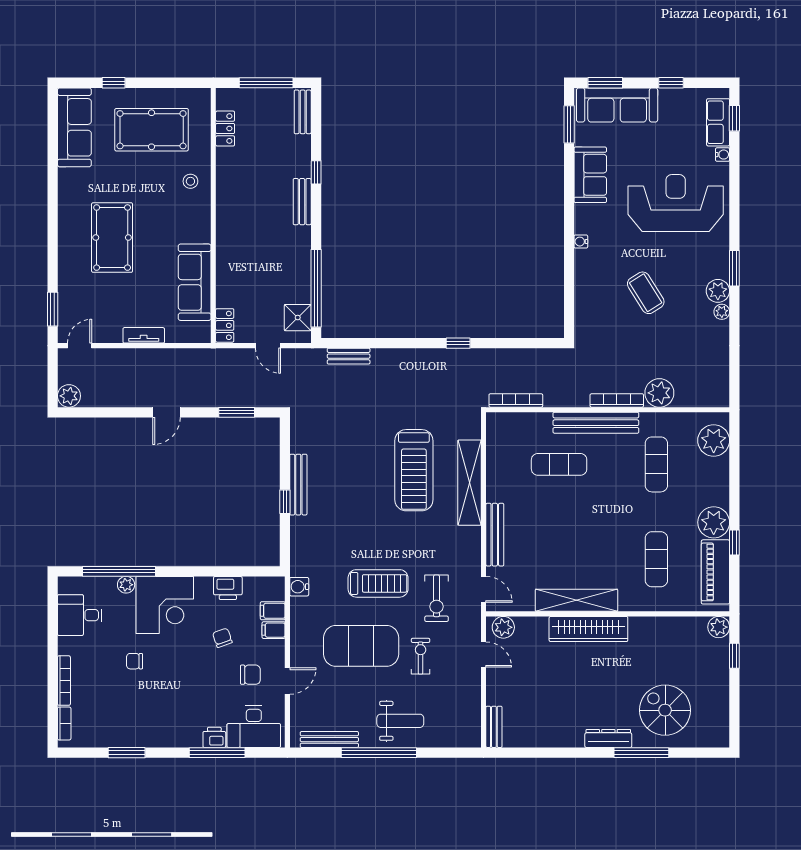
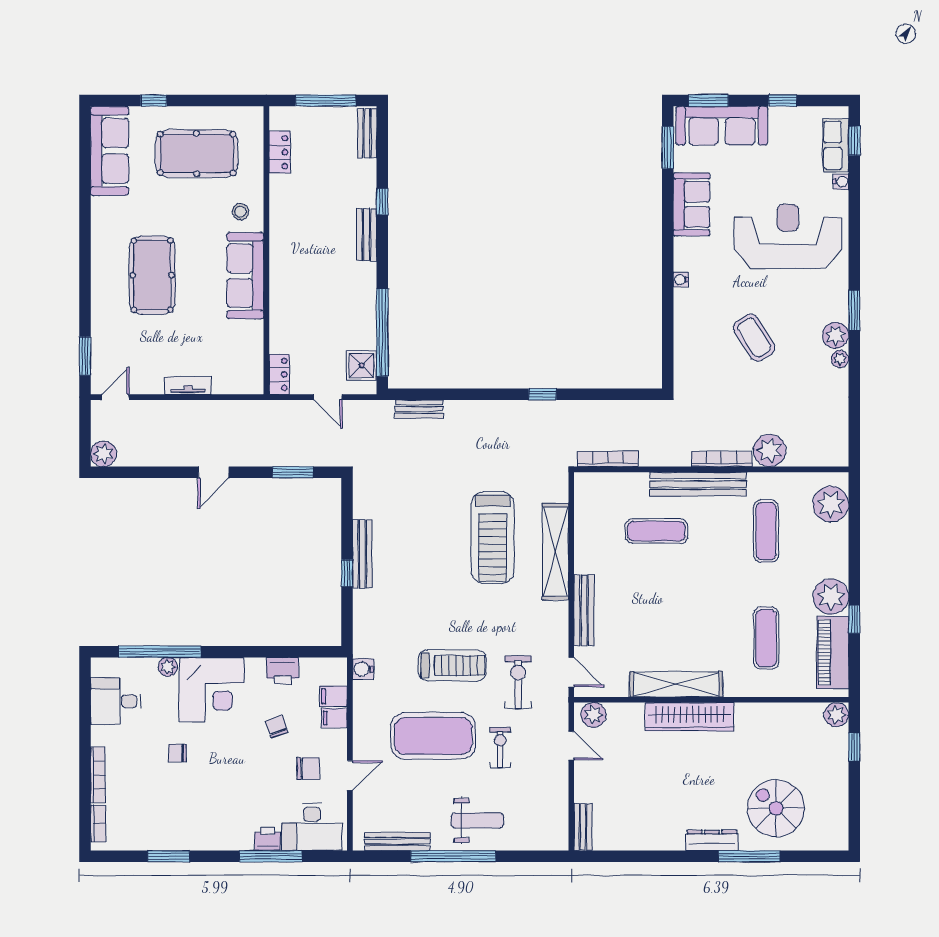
sofa: (195, 282) -> (245, 276), moved
exercise bike: (437, 598) -> (518, 682), turned 180

